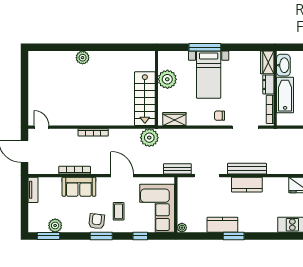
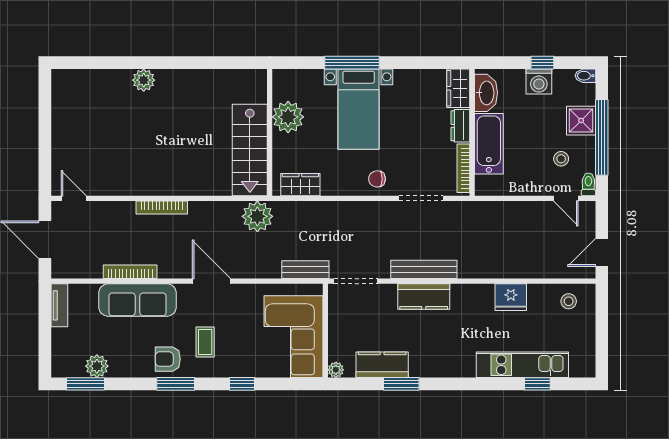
sofa: (79, 187) -> (138, 300), width x1.36
wall: (176, 205) -> (325, 331), moved
corner sofa: (157, 208) -> (294, 337), moved
armchair: (97, 221) -> (168, 359), turned -96
plant: (182, 228) -> (336, 370), moved

